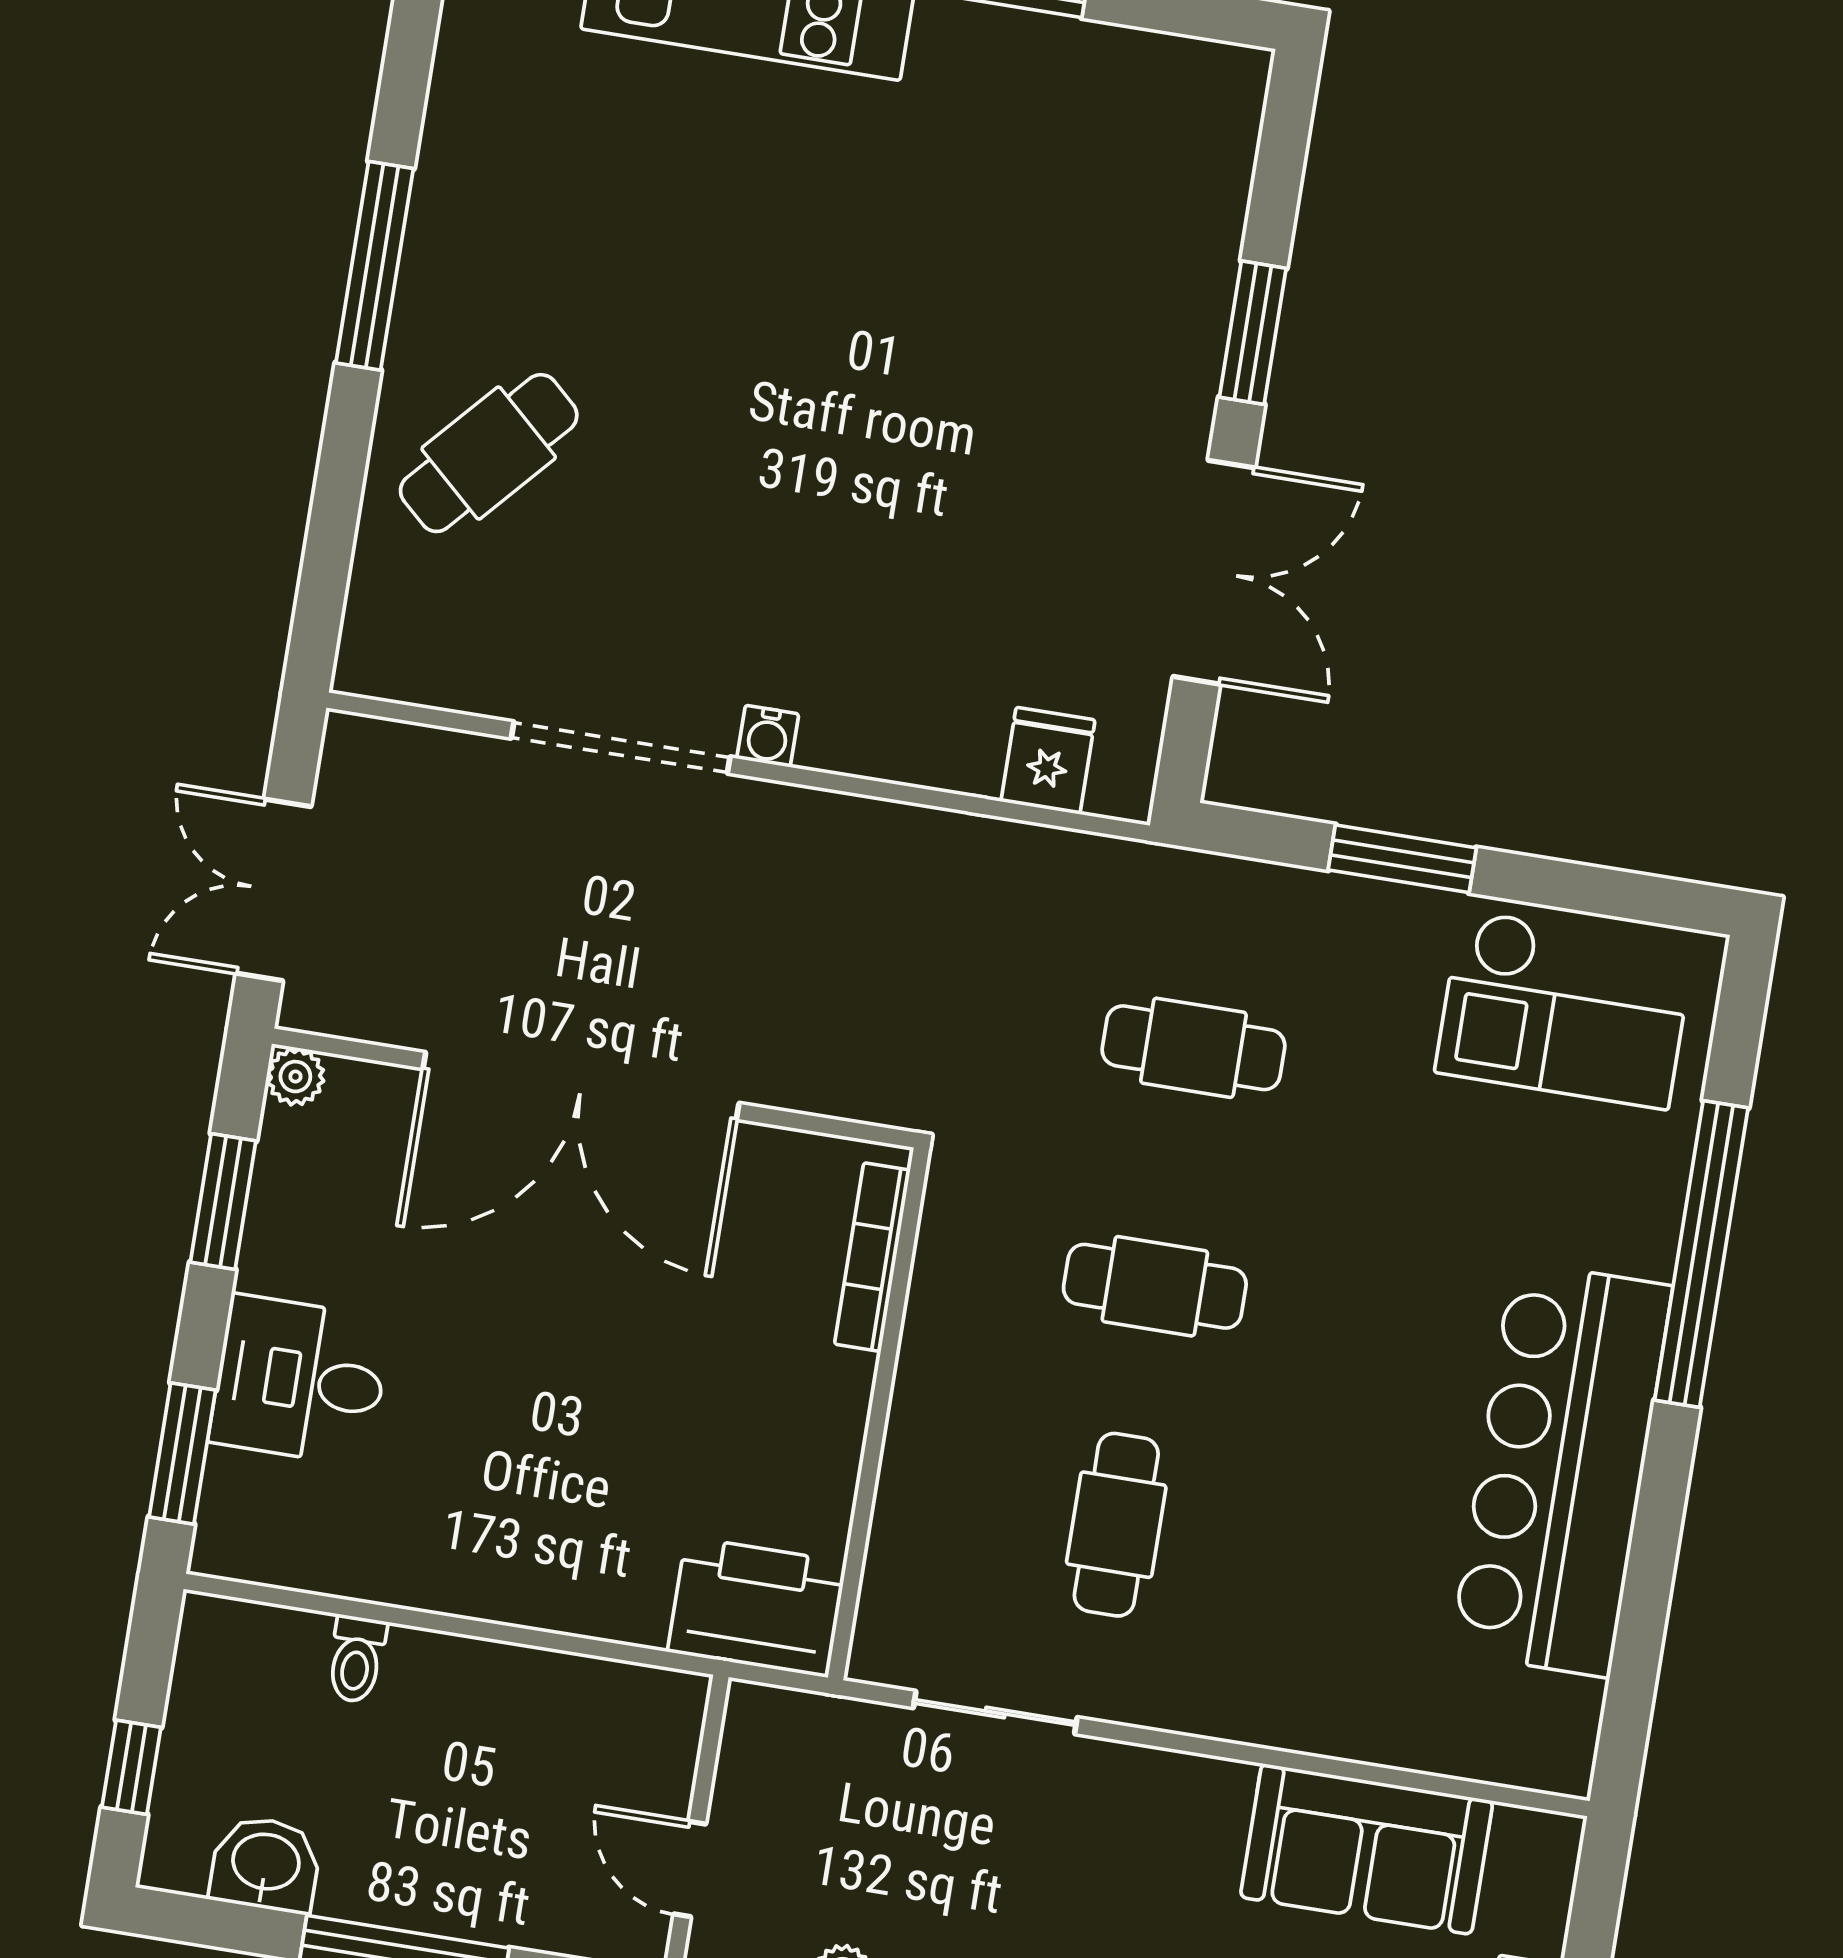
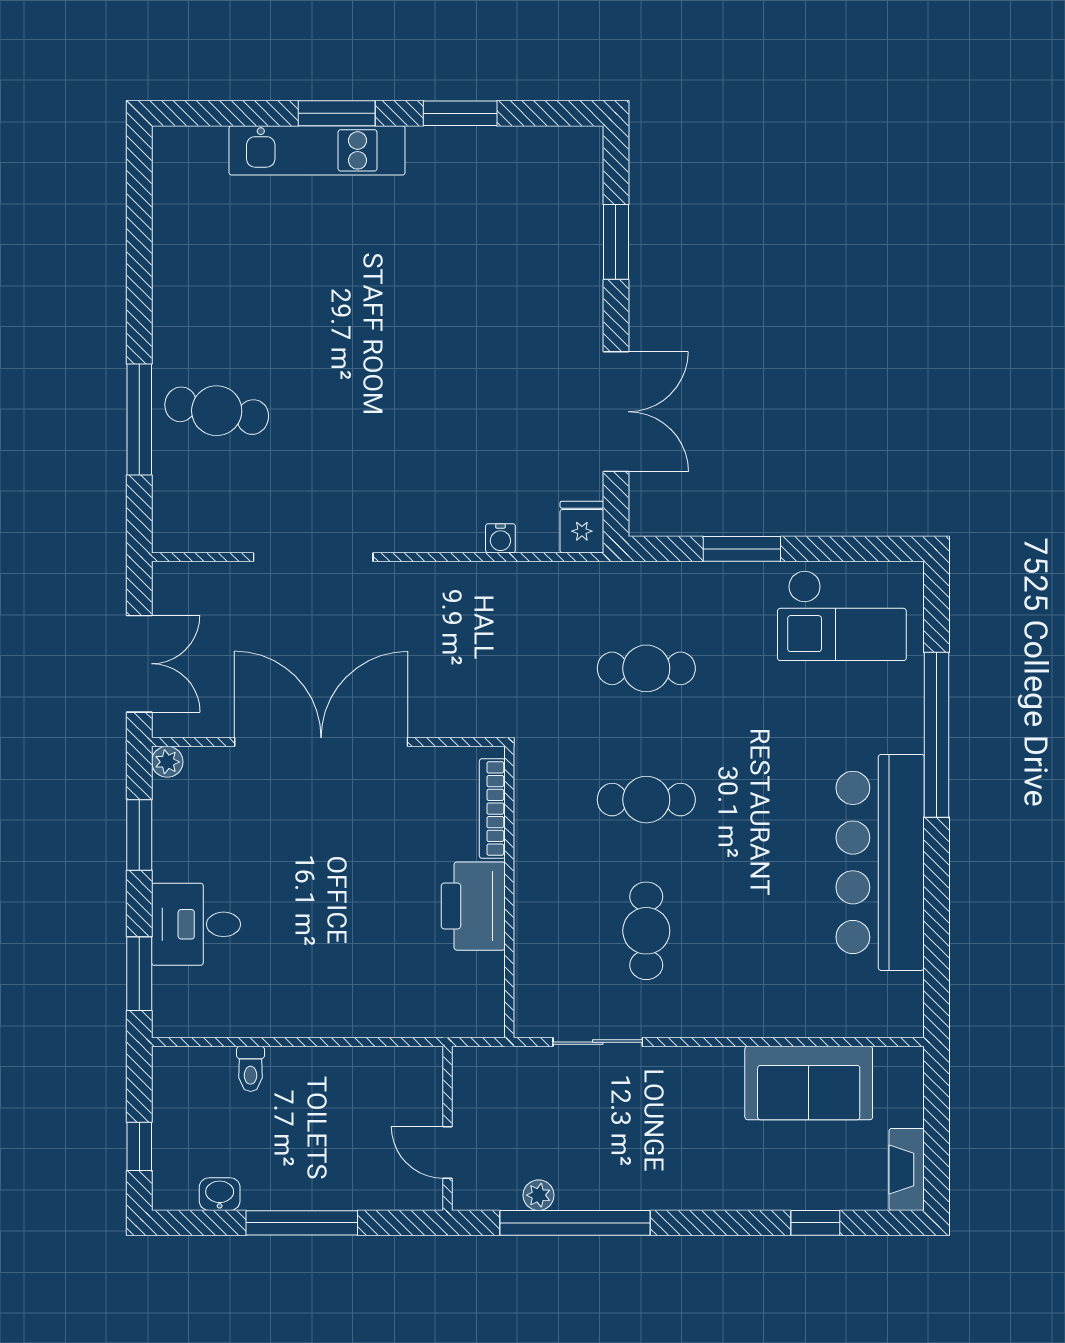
window: (375, 266) -> (139, 420), moved
window: (1253, 333) -> (616, 242), moved
cafe table: (489, 453) -> (217, 411), turned 58
water cooler: (768, 736) -> (500, 538), moved
fridge: (1048, 761) -> (582, 527), moved
double door: (274, 890) -> (139, 664), swing flipped
double door: (581, 1086) -> (321, 742), swing flipped
printer: (757, 1607) -> (473, 906), moved, turned -90
washbasin: (266, 1864) -> (220, 1194), width x0.72, depth x0.69

